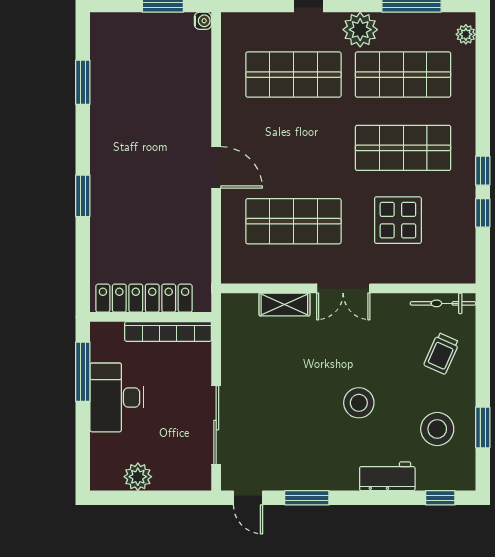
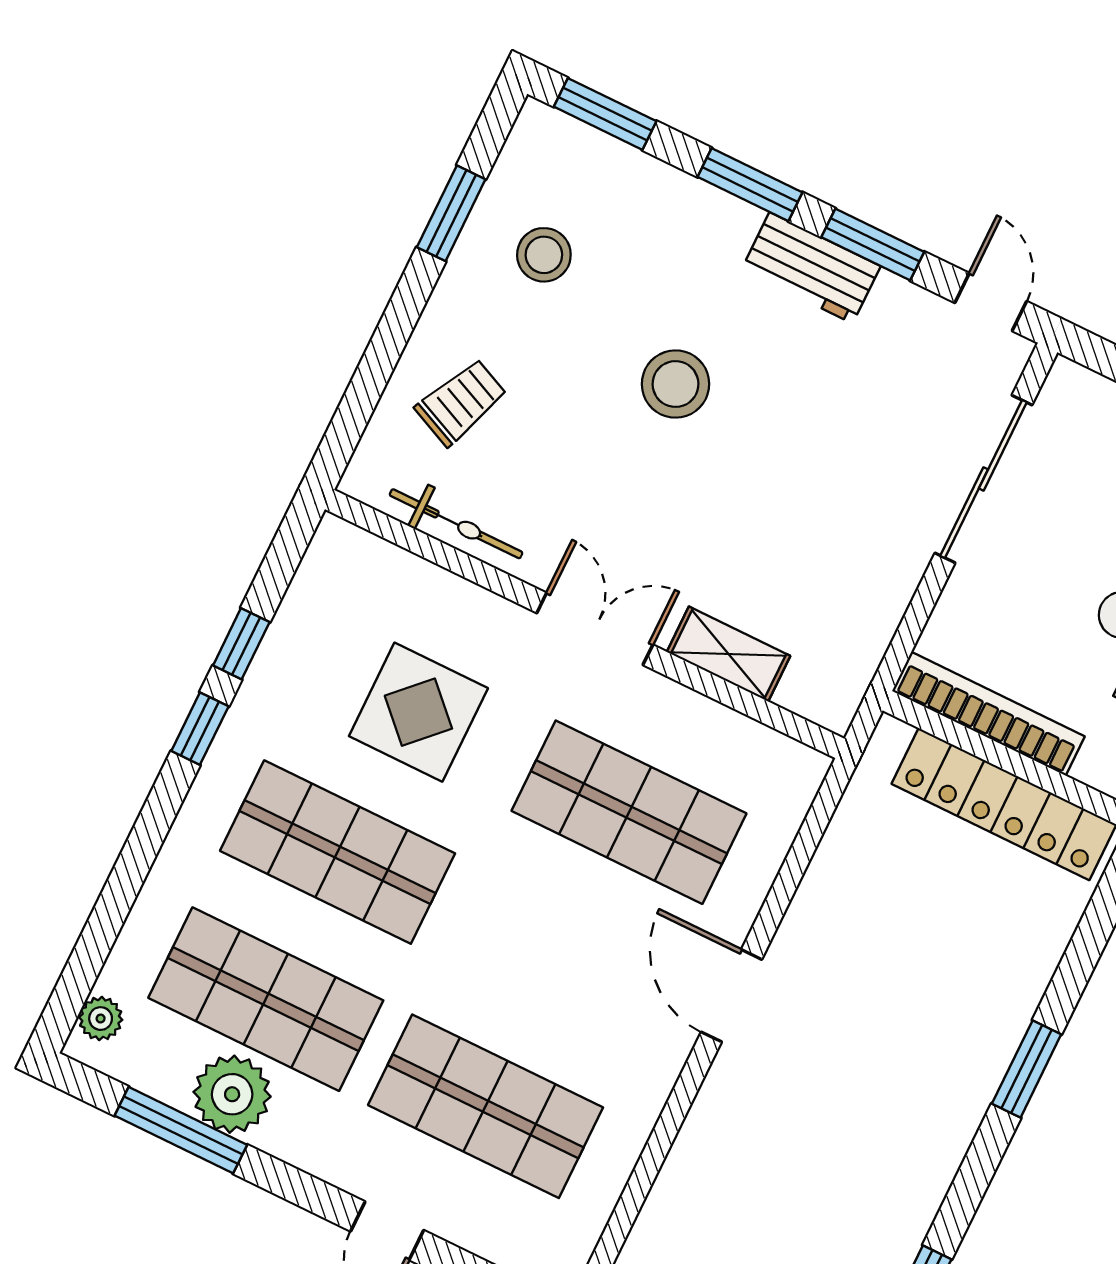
plant: (360, 30) -> (232, 1094), moved
bicycle: (443, 303) -> (456, 524), moved
stool: (437, 429) -> (544, 255), width x0.73, depth x0.73
workbench: (387, 476) -> (811, 268), moved
window: (368, 498) -> (750, 185), added
window: (440, 498) -> (605, 114), width x1.50

